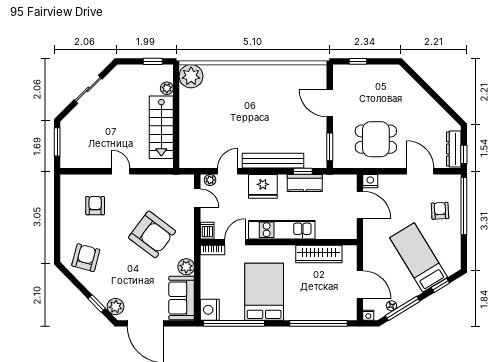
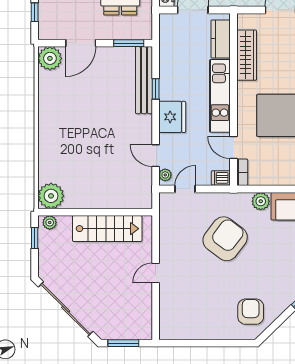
plant: (316, 75) -> (50, 58), added
plant: (167, 88) -> (50, 223), moved
sliding door: (88, 89) -> (66, 309), width x1.86
bench: (273, 161) -> (144, 80), moved
window: (303, 171) -> (156, 89), moved
kitchen counter: (305, 183) -> (221, 39), moved, turned 180
armchair: (95, 206) -> (193, 301), removed
armchair: (86, 258) -> (251, 312), turned 75

